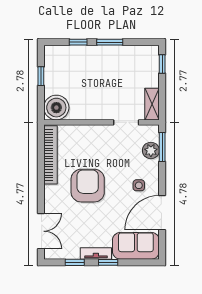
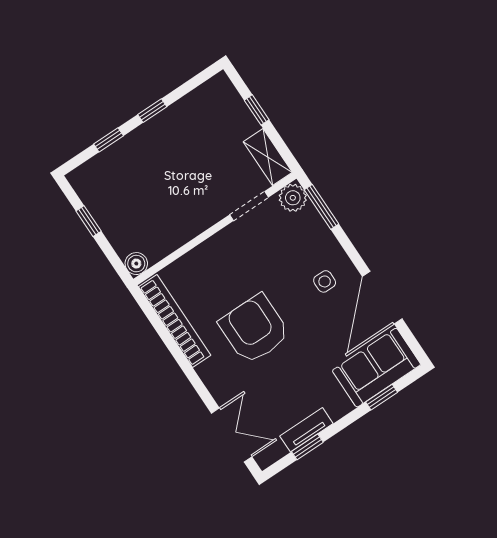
window: (110, 42) -> (152, 111), width x0.67
window: (162, 64) -> (257, 110), moved
boiler: (56, 108) -> (136, 264), width x0.54, depth x0.54
plant: (151, 150) -> (293, 198), moved
tv unit: (96, 253) -> (306, 430), moved
window: (108, 262) -> (382, 397), moved

